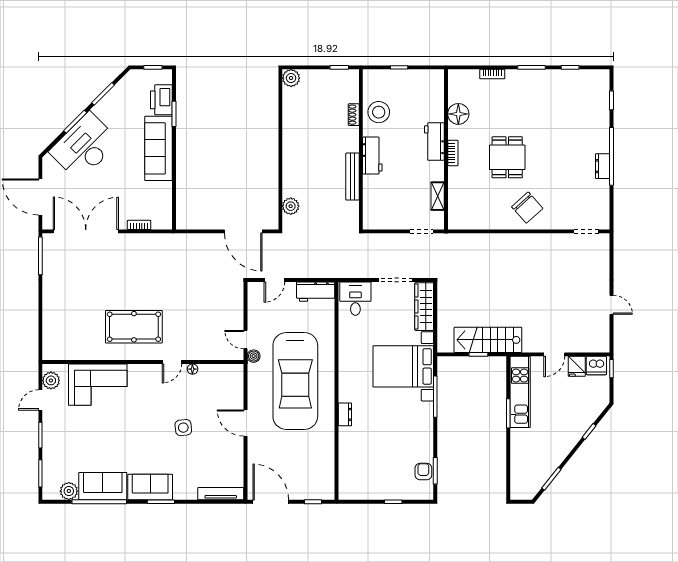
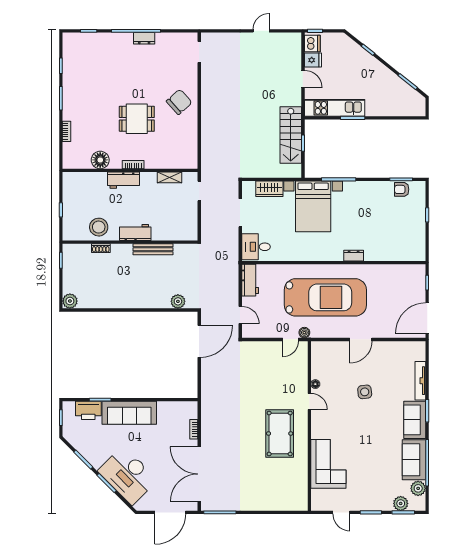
wardrobe: (424, 307) -> (269, 189), width x0.67
plant: (51, 380) -> (401, 503), moved
tv unit: (221, 494) -> (420, 381), moved

